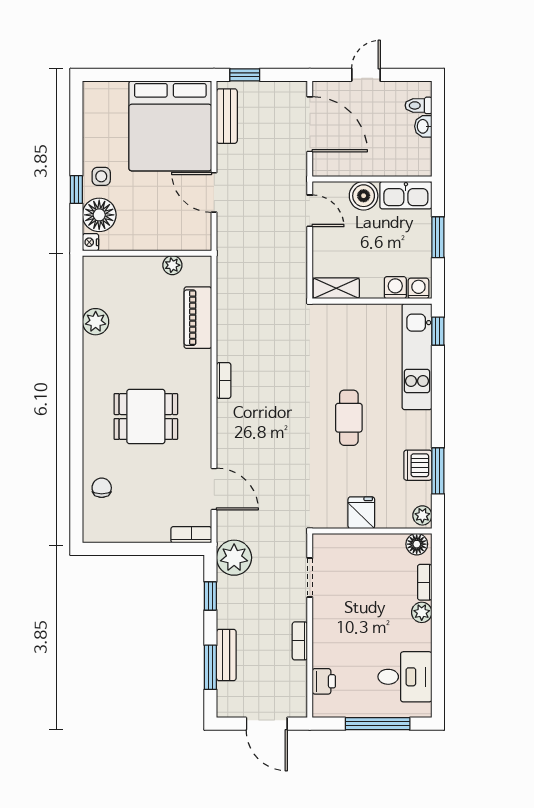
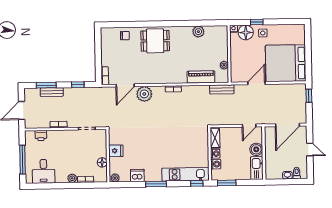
bench: (227, 116) -> (222, 89), moved
window: (438, 237) -> (227, 183), moved
washing machine: (418, 288) -> (215, 154), moved
dining table: (146, 417) -> (155, 41), moved, turned 90
cafe table: (349, 418) -> (158, 145), removed
window: (438, 471) -> (156, 184), moved
floor lamp: (417, 544) -> (102, 162), moved
plant: (234, 558) -> (144, 94), moved

